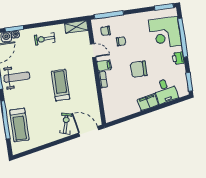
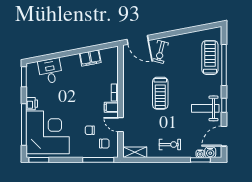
corner desk: (165, 33) -> (48, 132), width x1.36, depth x1.36
chair: (139, 69) -> (75, 98), removed
filing cabinet: (148, 102) -> (90, 58), moved

